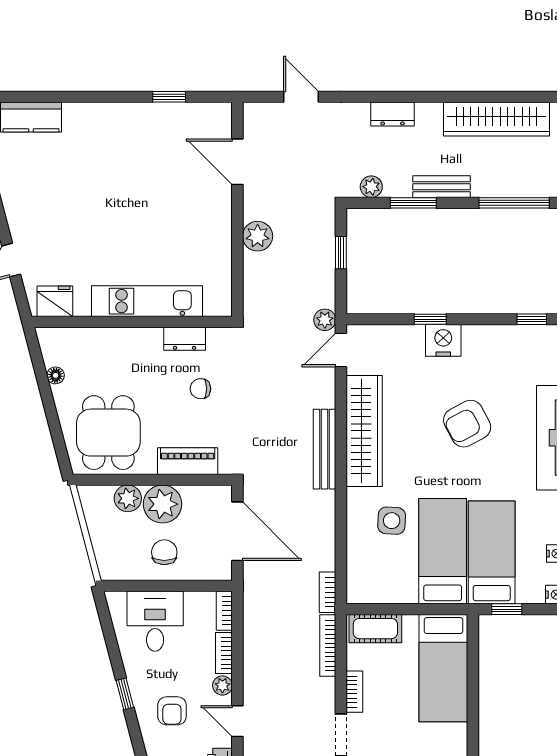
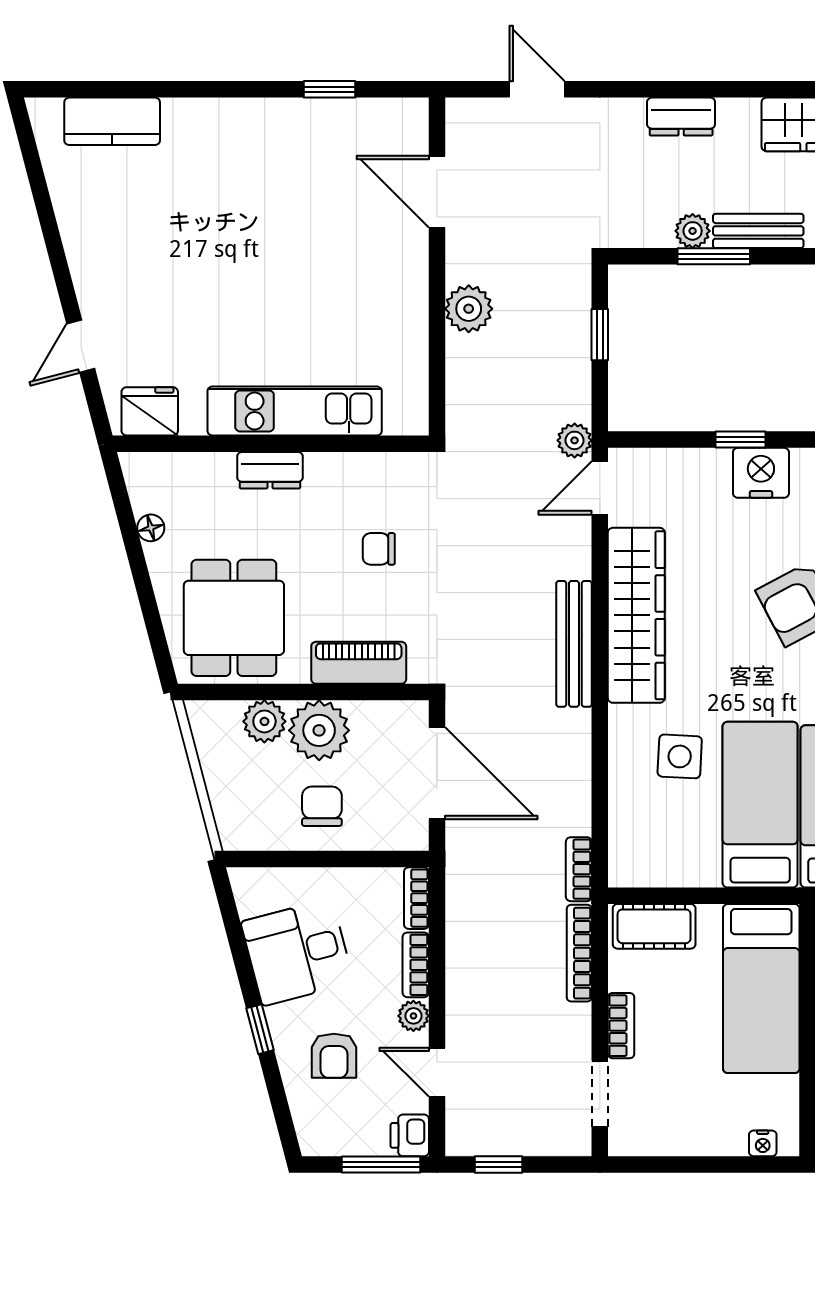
plant: (371, 187) -> (693, 231), moved
dresser: (185, 339) -> (270, 470), moved
desk: (155, 621) -> (297, 952), moved, turned -105

